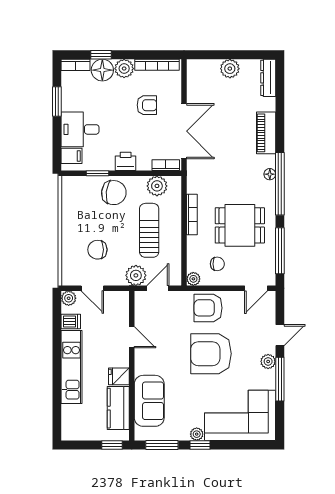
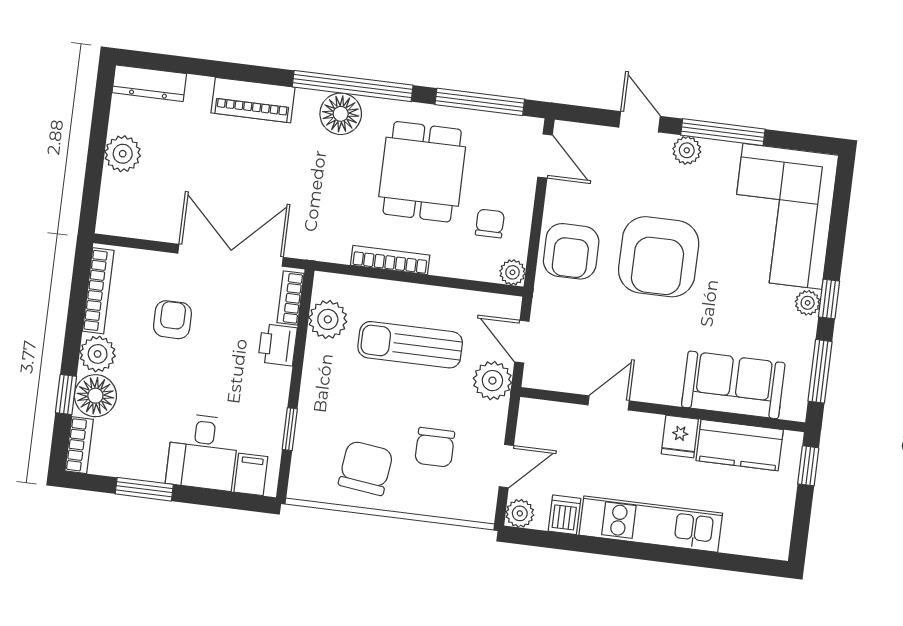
printer: (126, 161) -> (277, 345), moved
floor lamp: (270, 174) -> (341, 114), width x1.89, depth x1.89
chair: (114, 193) -> (366, 468), moved

